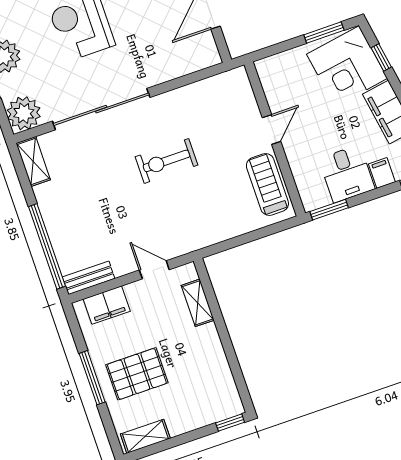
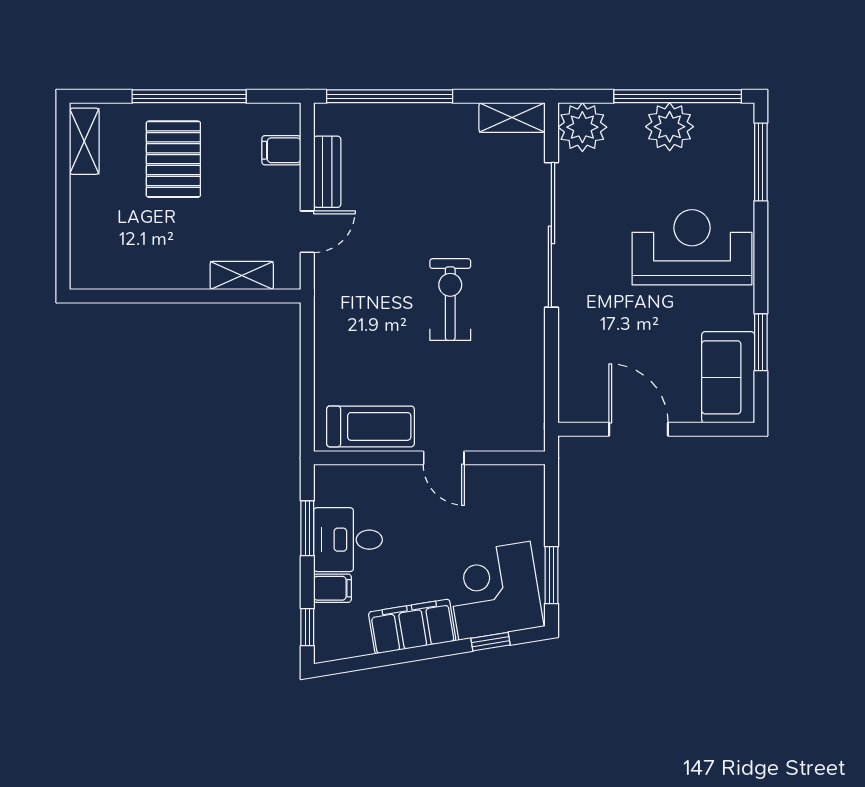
window: (329, 210) -> (307, 528), moved
bench: (89, 278) -> (327, 172), moved
filing cabinet: (107, 305) -> (281, 150), width x0.50
window: (92, 378) -> (189, 96), width x1.46
window: (230, 423) -> (63, 263), removed

